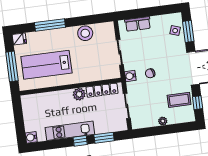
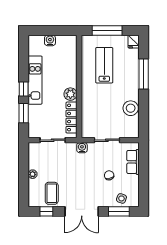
lab bench: (46, 65) -> (104, 65), width x0.73, depth x0.72
chair: (150, 73) -> (109, 175), moved
water cooler: (31, 137) -> (50, 40), moved

